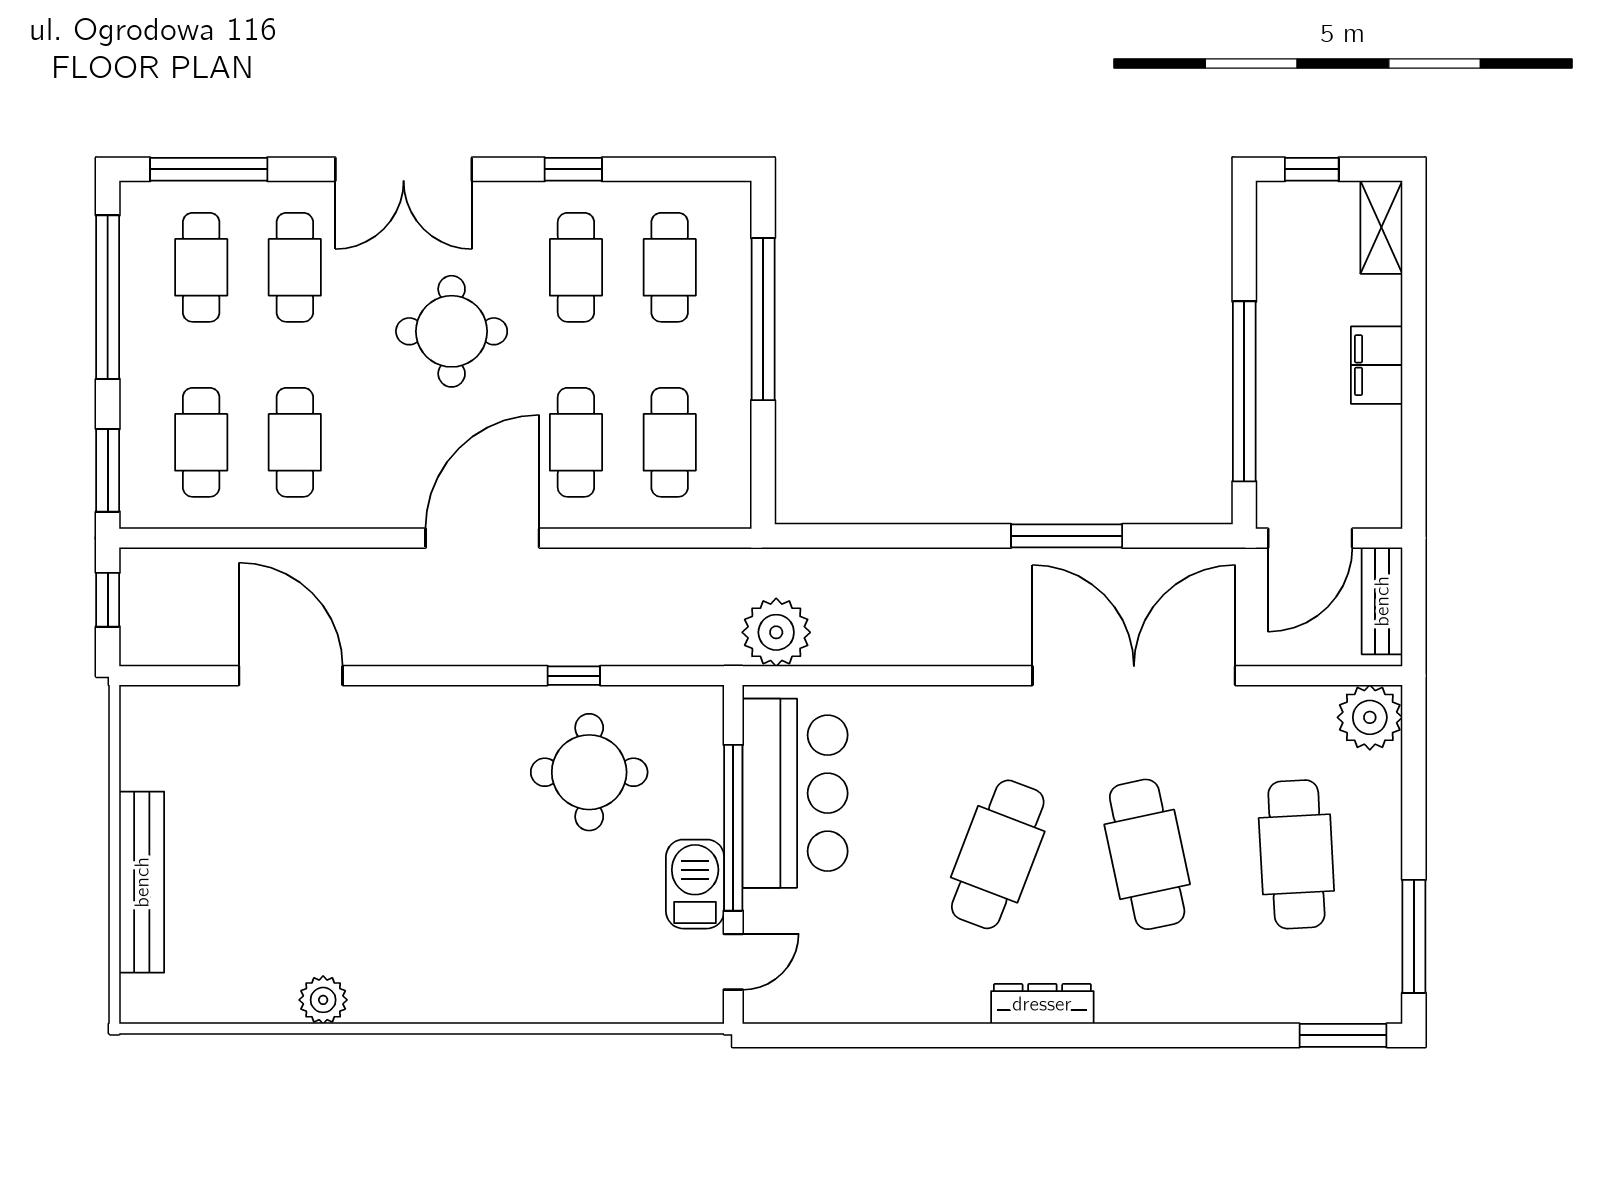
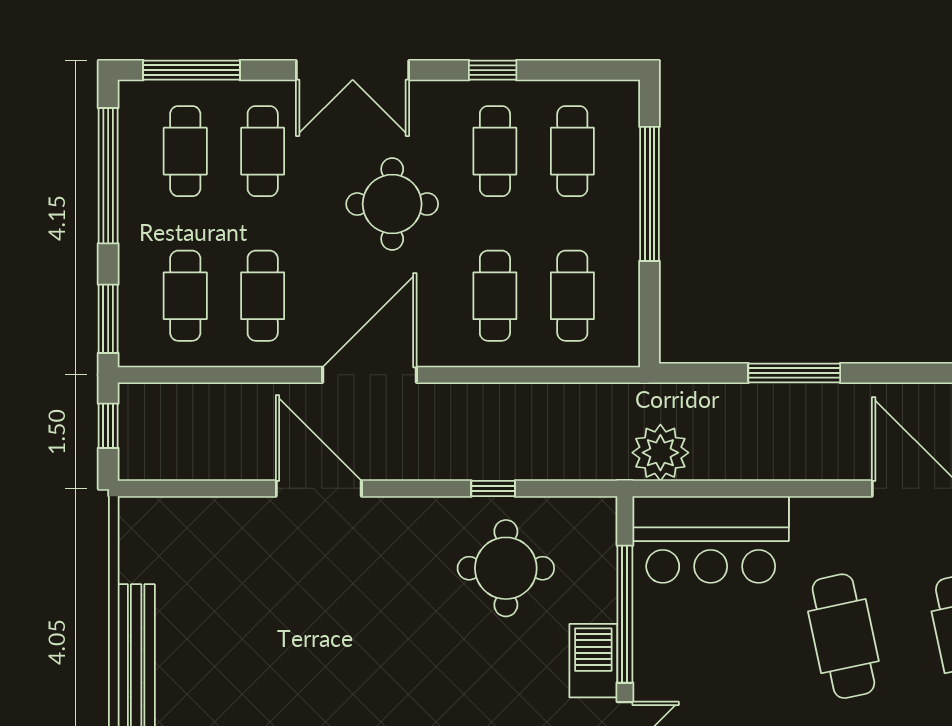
window: (1067, 536) -> (794, 373), moved
door: (482, 538) -> (369, 375), moved
door: (291, 676) -> (319, 488), moved
bar counter: (795, 793) -> (711, 539), moved, turned 90
cafe table: (998, 854) -> (843, 636), turned -33

